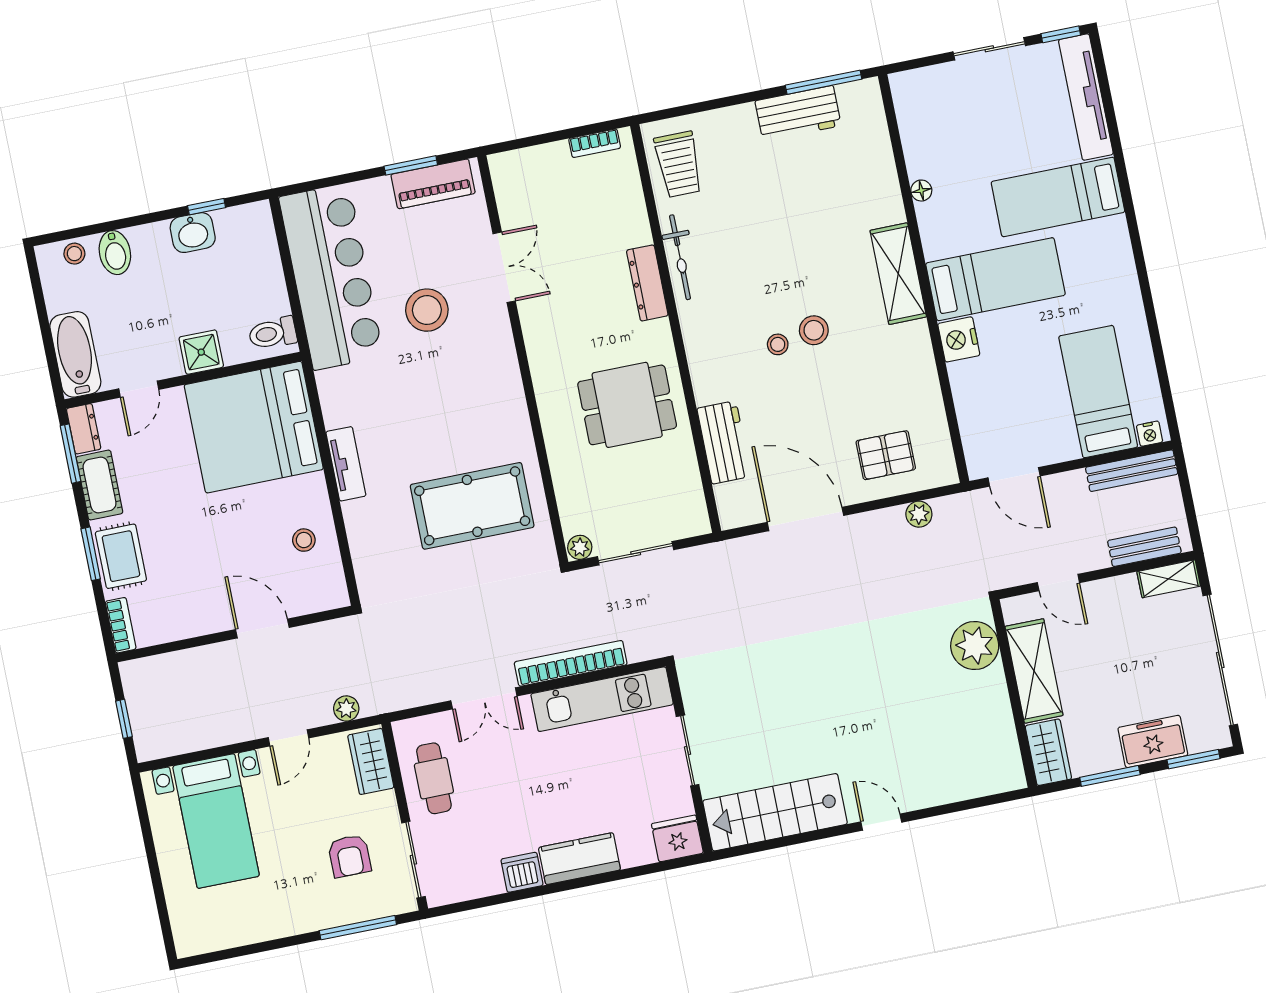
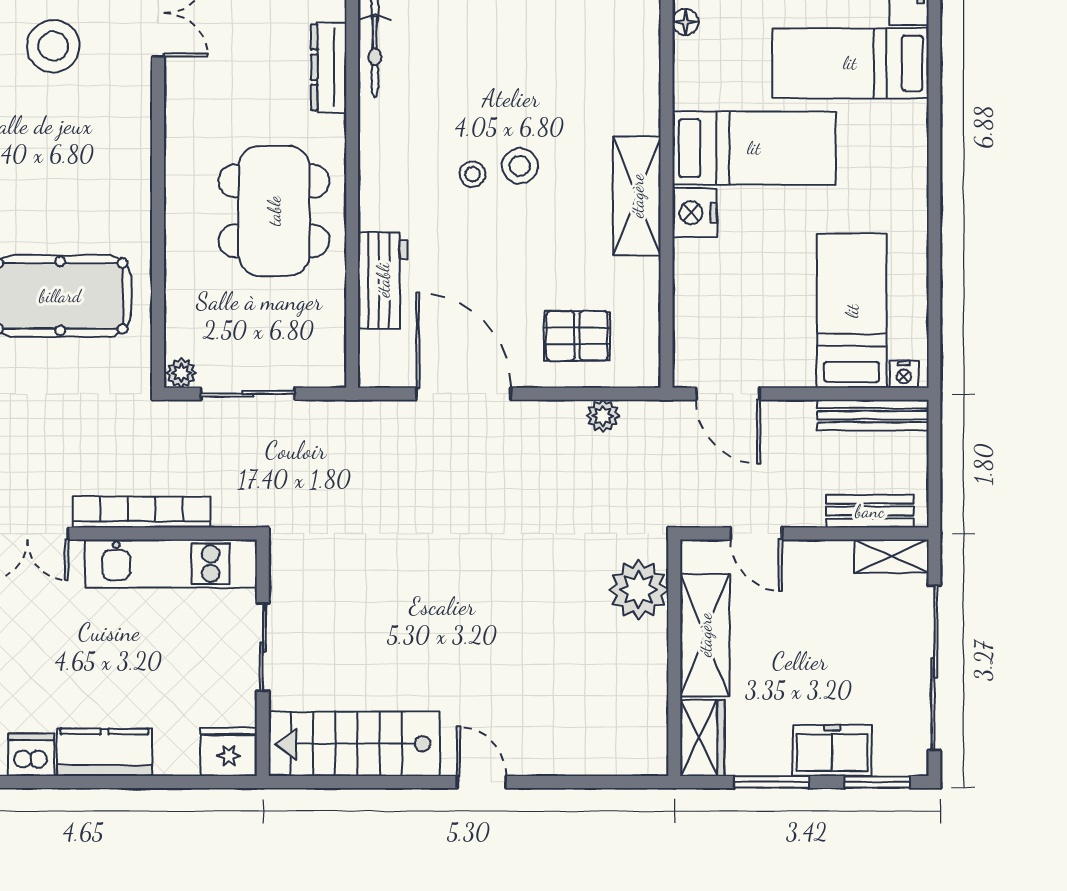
shelving: (898, 274) -> (637, 196), moved
dining table: (627, 405) -> (274, 211), width x1.38

